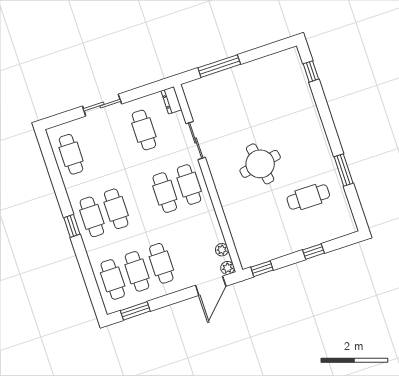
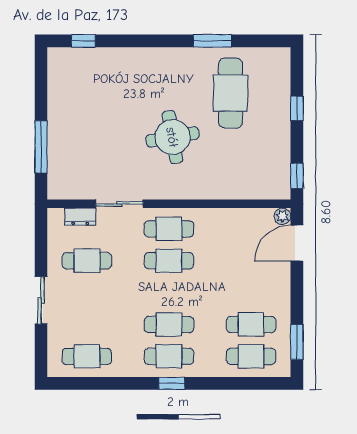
dresser: (171, 100) -> (80, 217), moved
cafe table: (308, 197) -> (230, 93), width x1.37, depth x1.35
plant: (222, 250) -> (259, 216), removed
cafe table: (161, 263) -> (251, 293), removed
door: (211, 286) -> (297, 243), swing flipped

